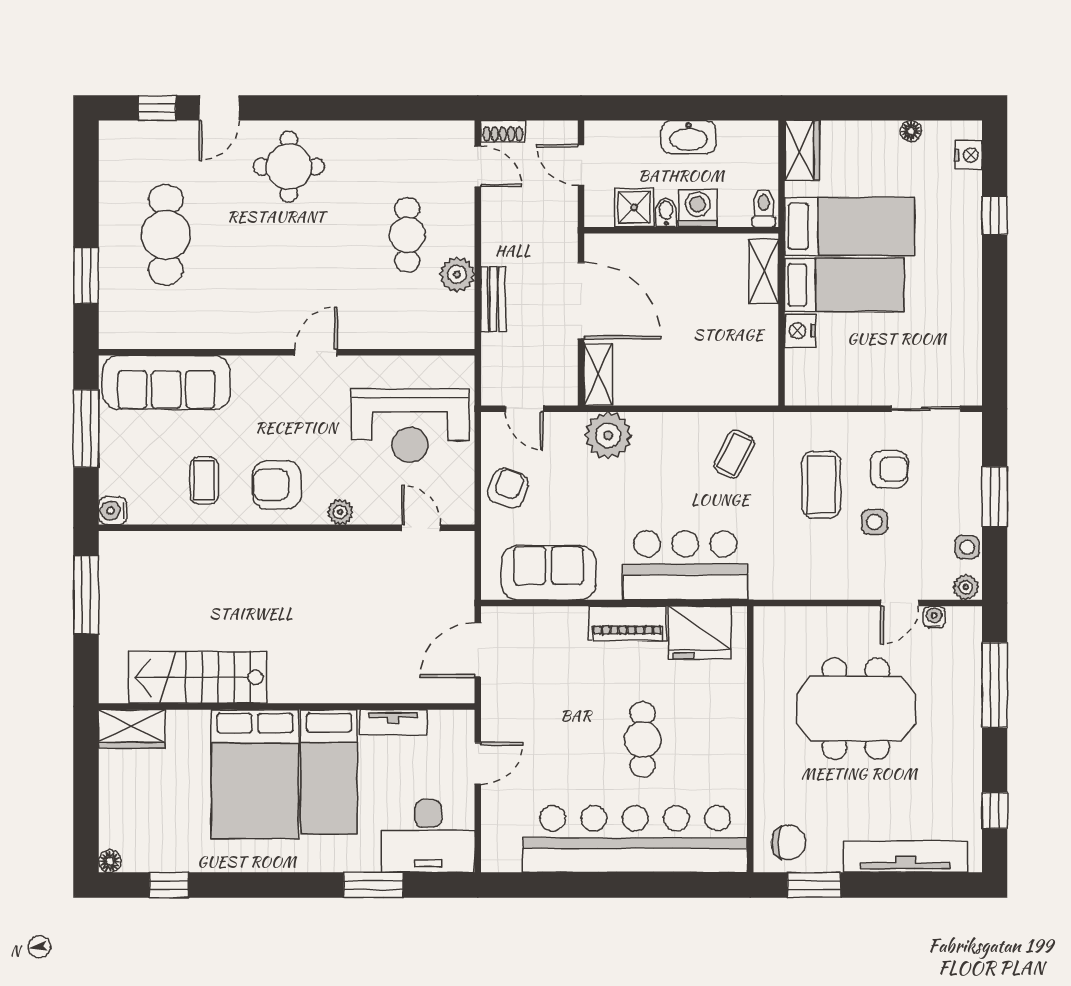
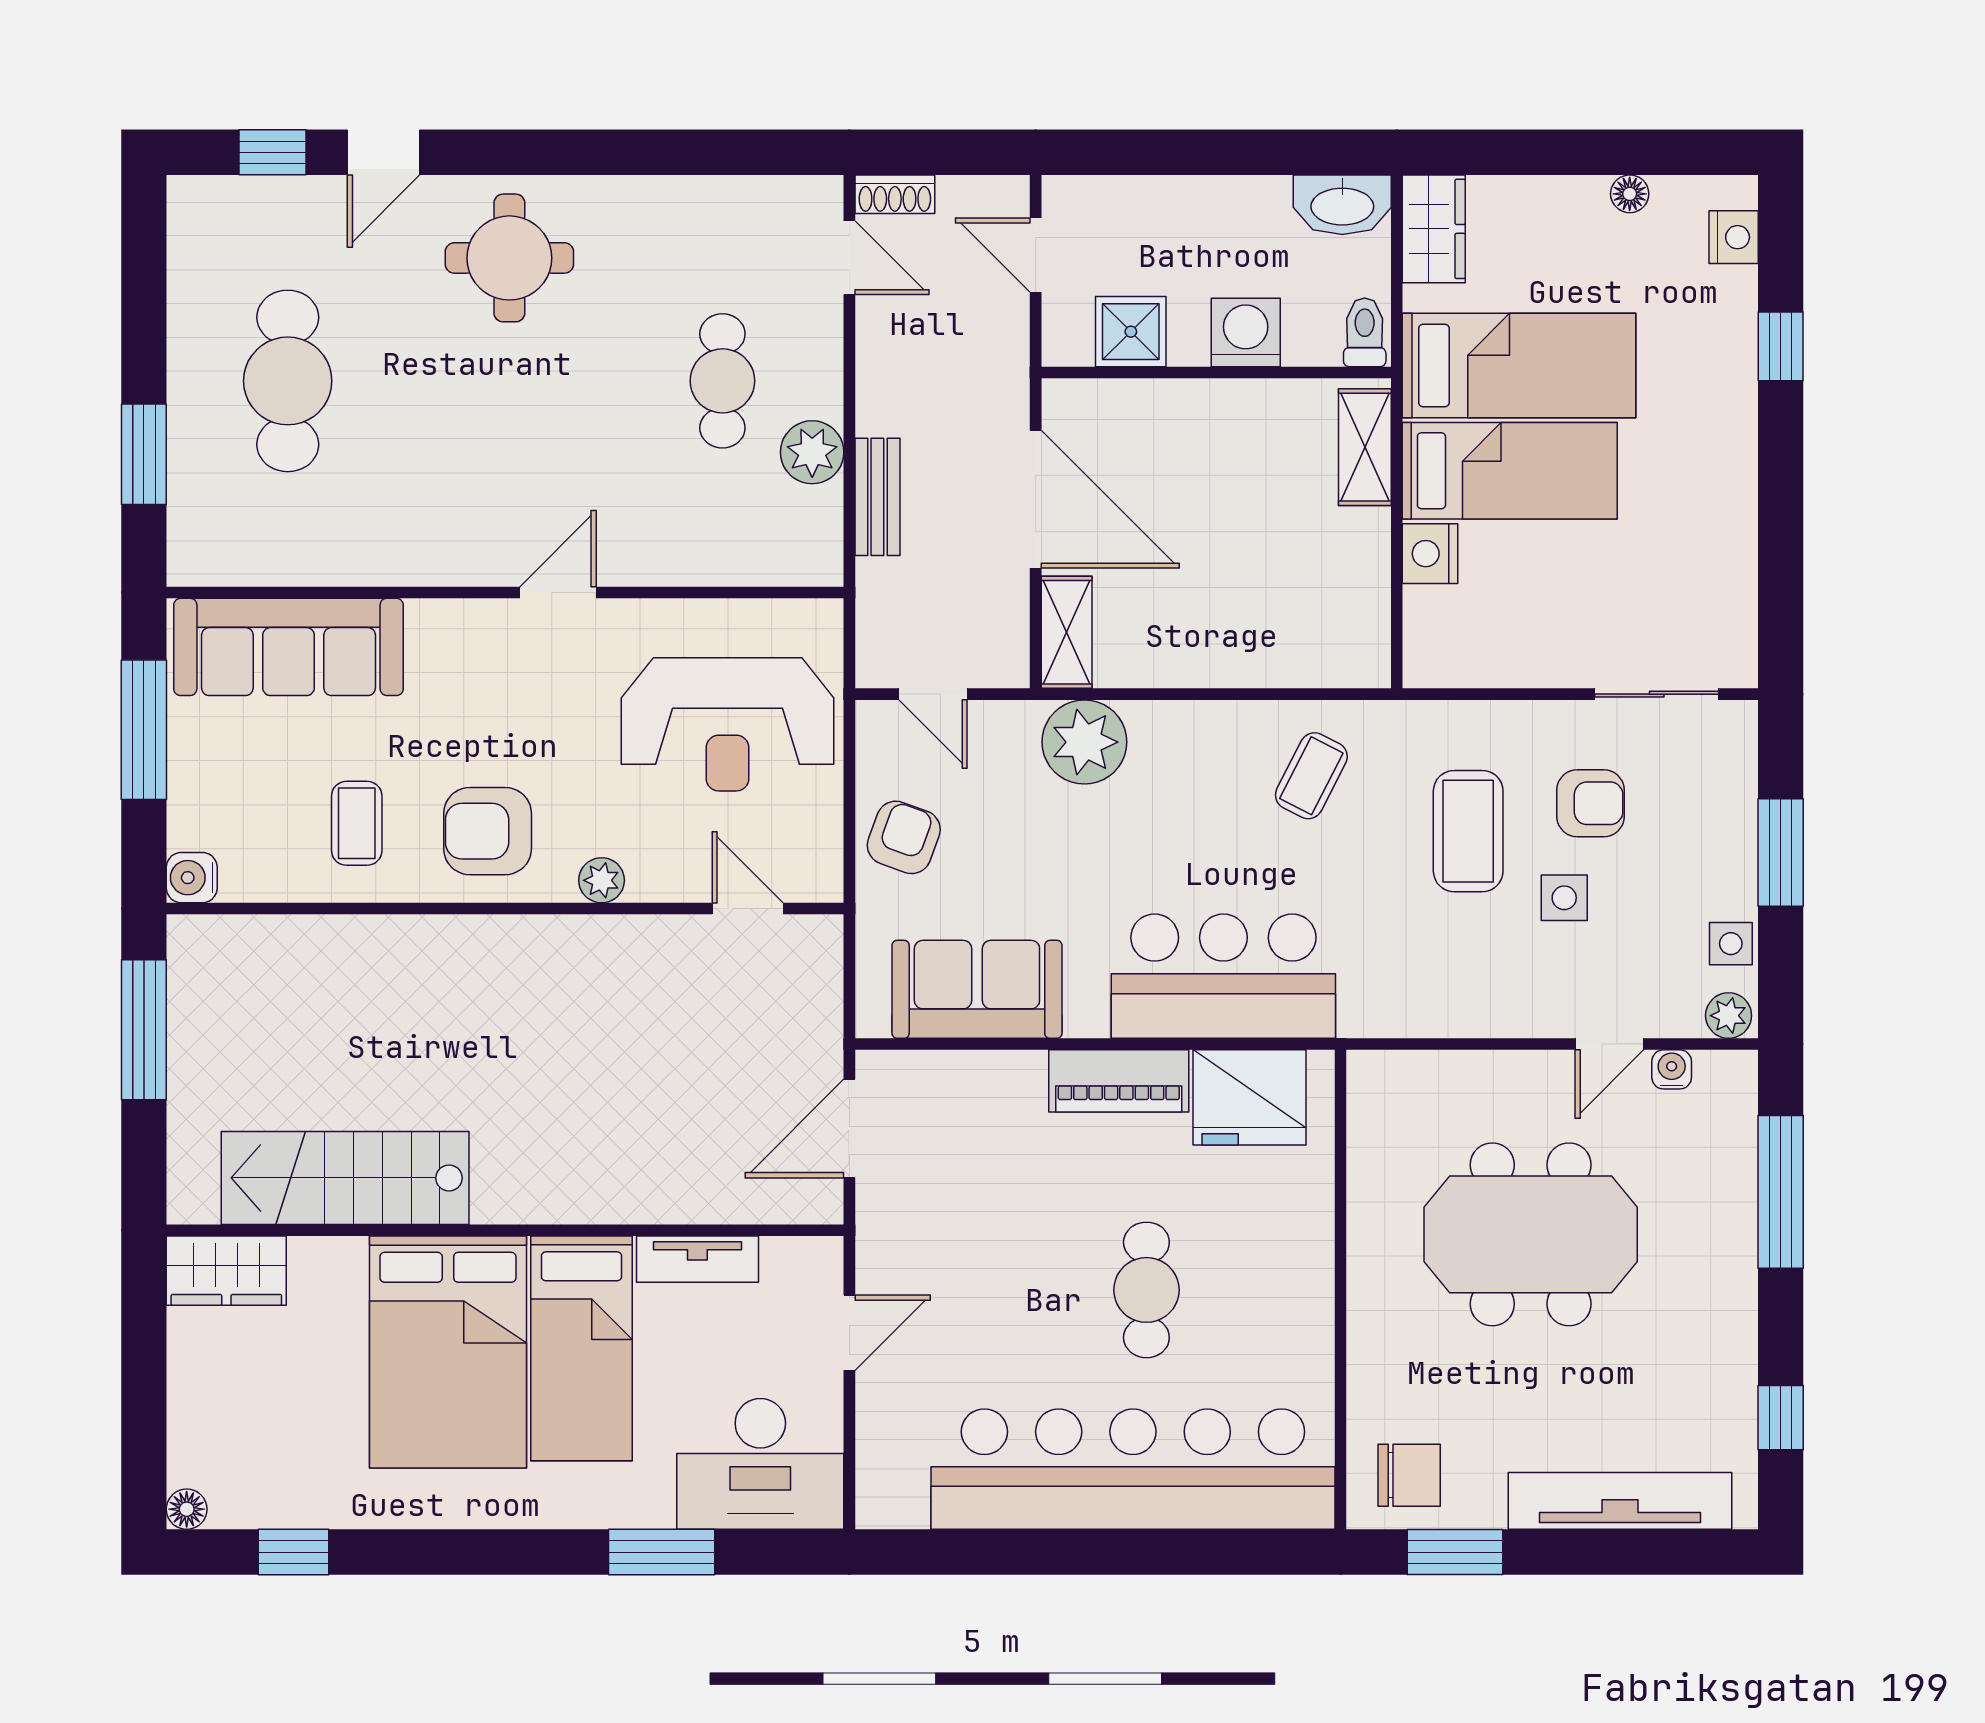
washbasin: (689, 137) -> (1342, 205), moved
bidet: (666, 212) -> (1189, 340), removed

